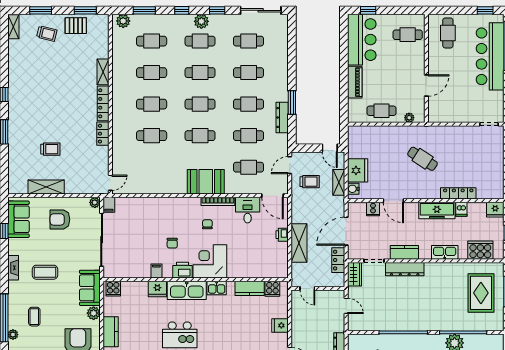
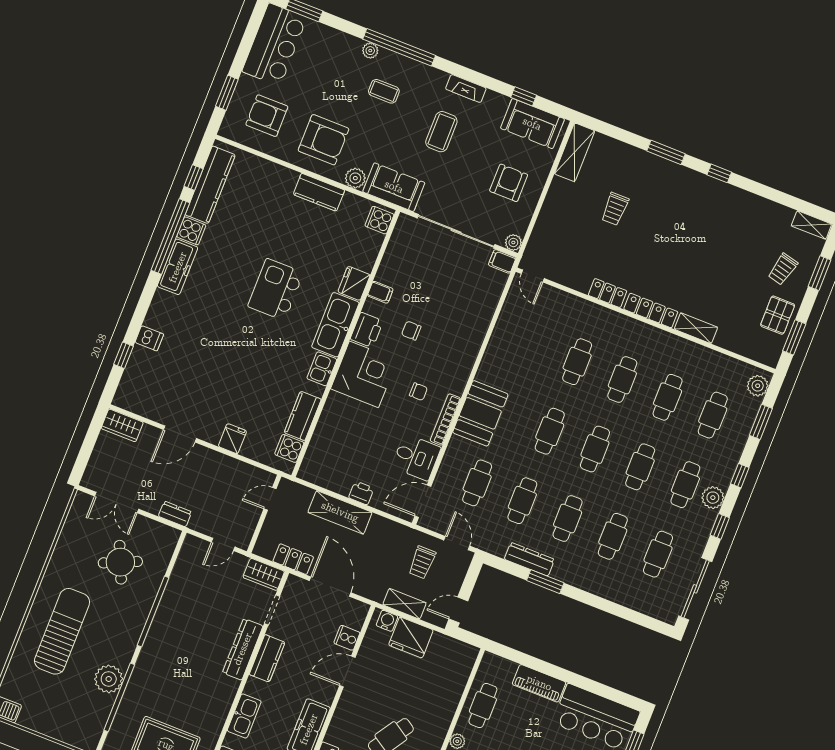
shelving: (46, 187) -> (575, 152), moved

